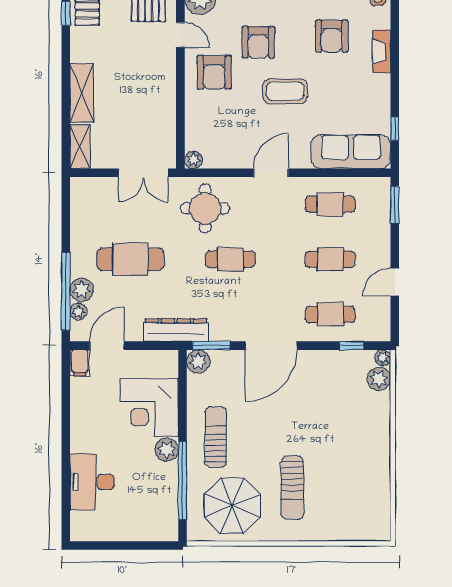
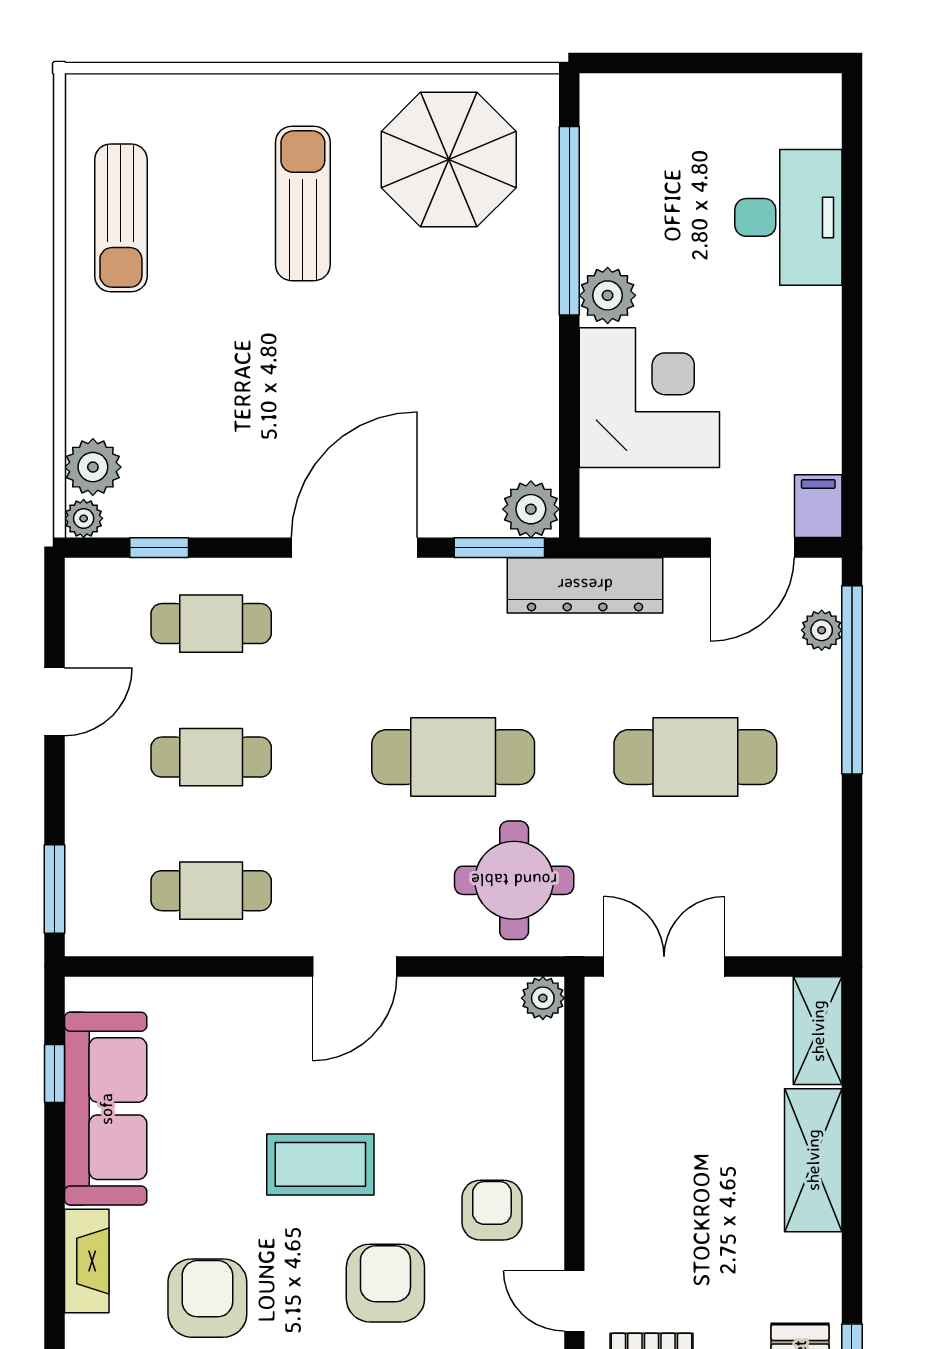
armchair: (214, 72) -> (492, 1210), width x0.72, depth x0.72
sofa: (351, 152) -> (106, 1109), moved, turned -90
cafe table: (230, 259) -> (453, 757), width x1.37, depth x1.35
plant: (82, 290) -> (813, 683), removed
sun lounger: (216, 437) -> (121, 218), moved

